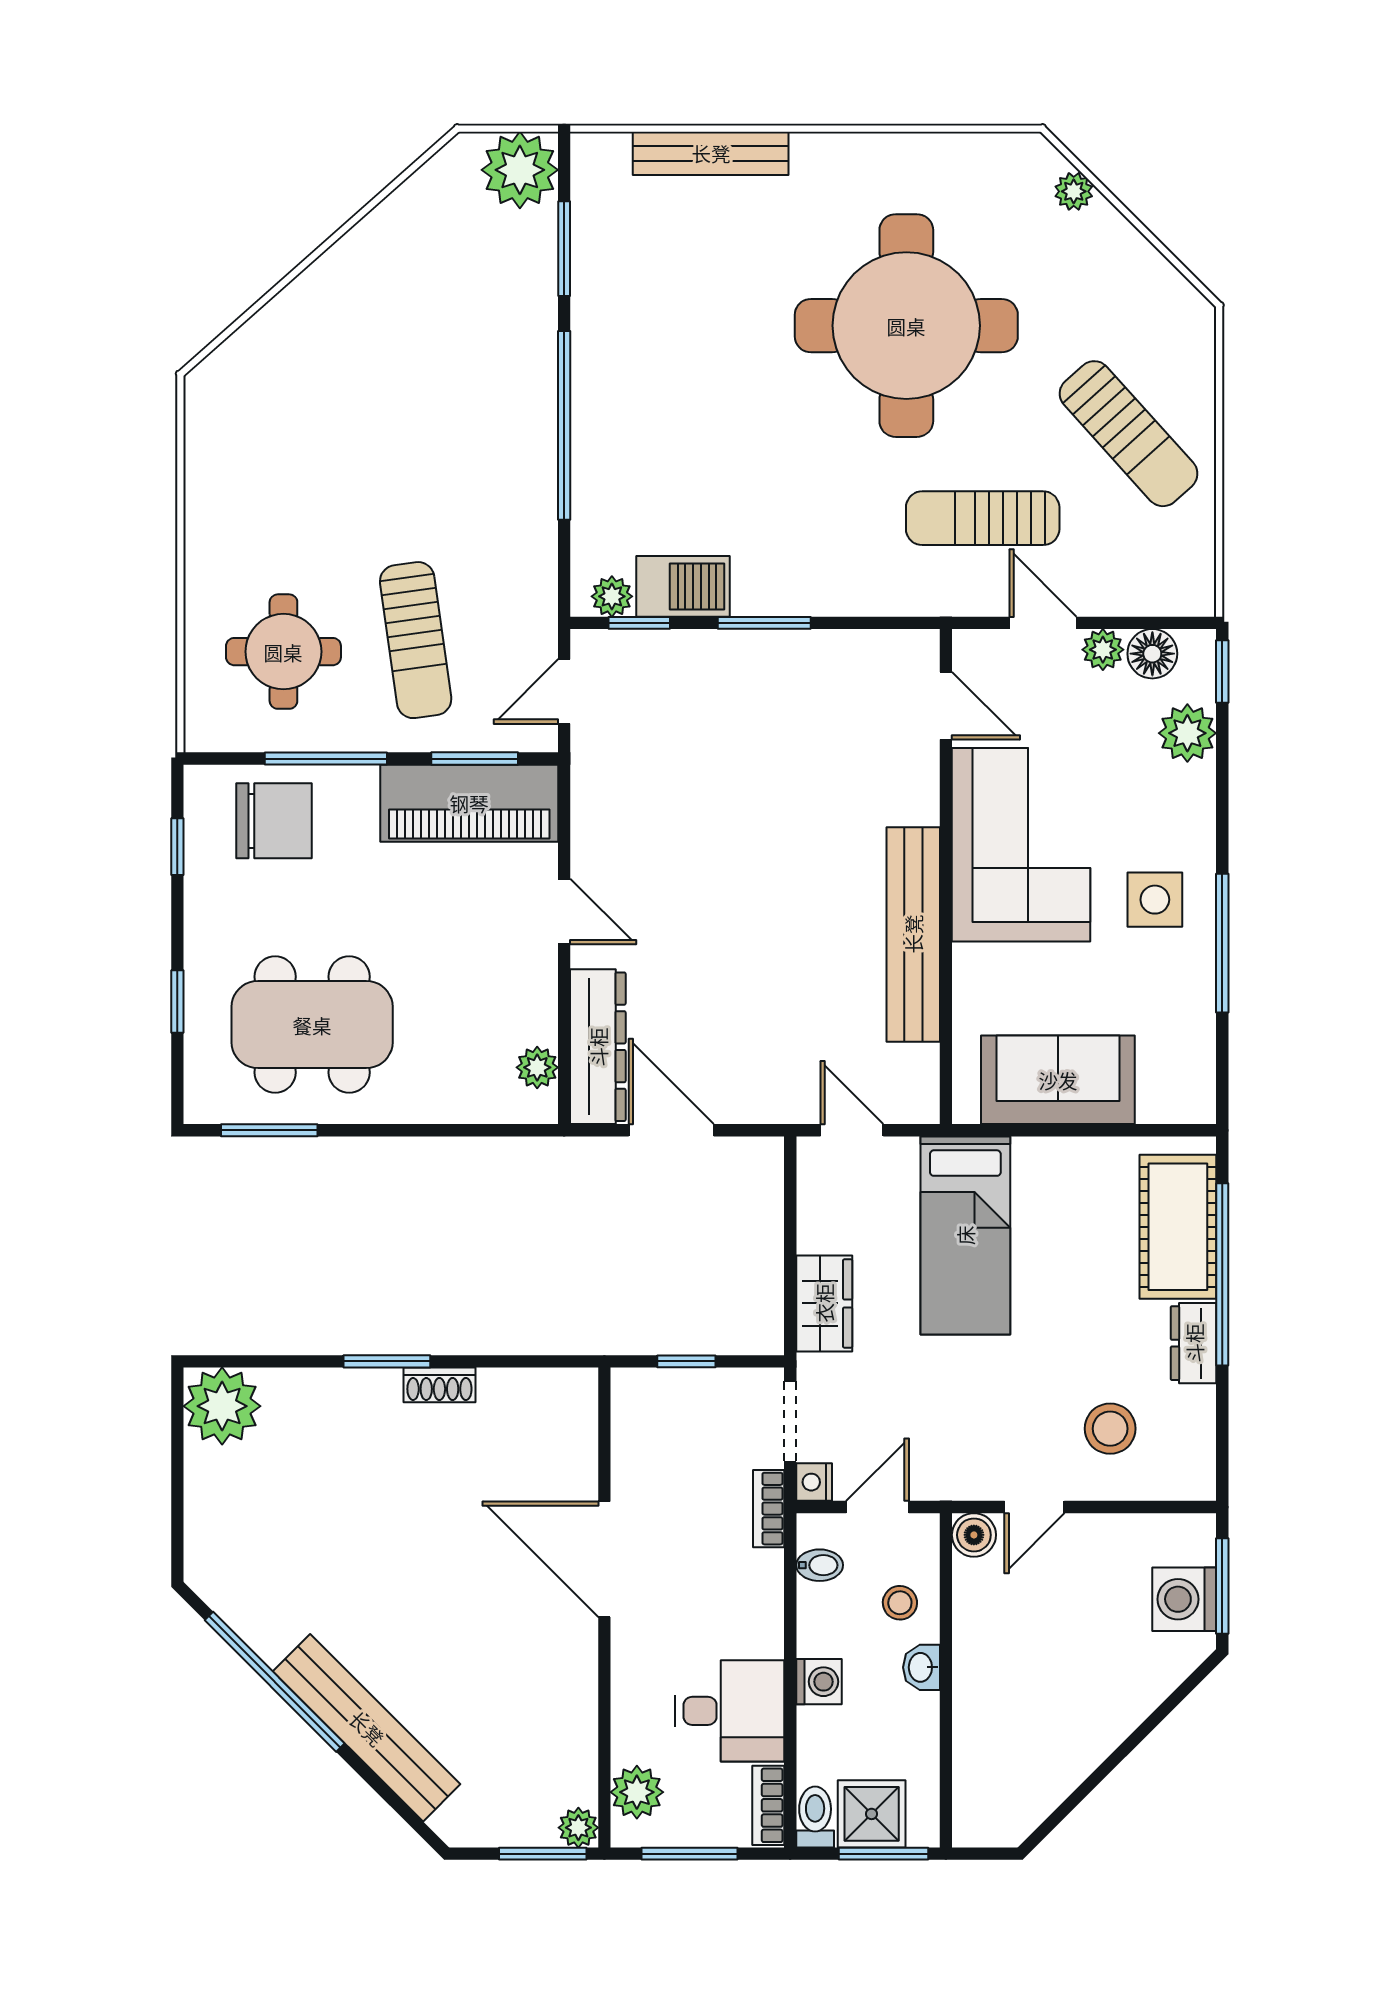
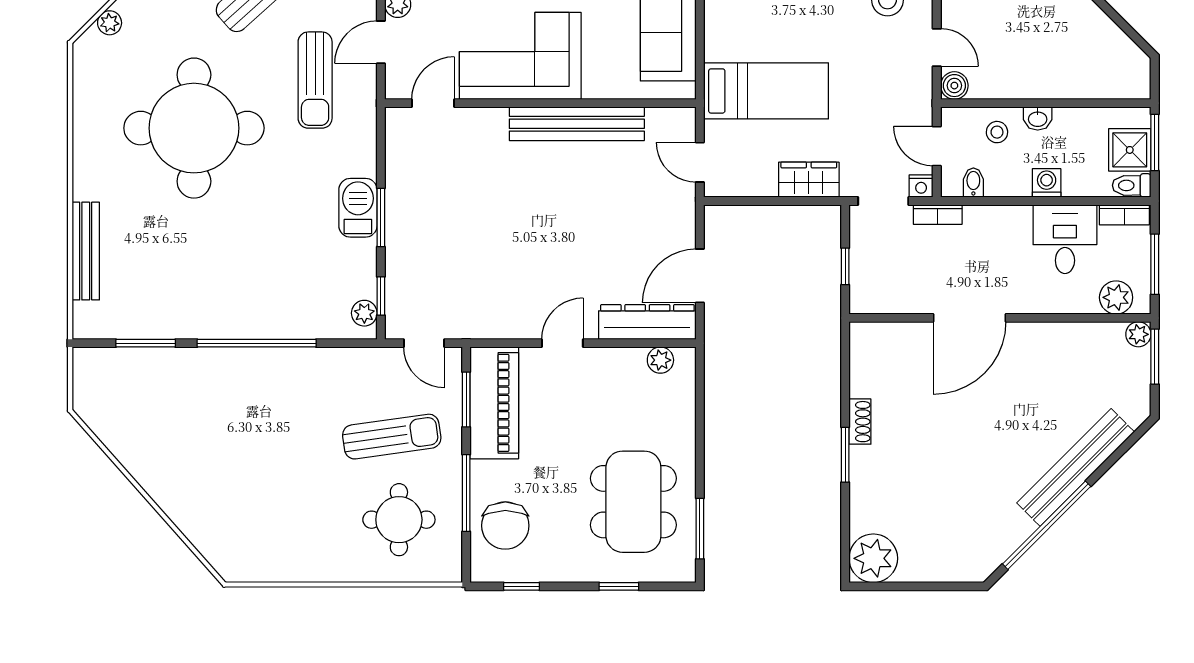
plant: (520, 170) -> (96, 371), removed
barbecue: (683, 586) -> (358, 208), moved
chair: (274, 821) -> (505, 526), turned 180
door: (852, 1130) -> (700, 162), hinge flipped

